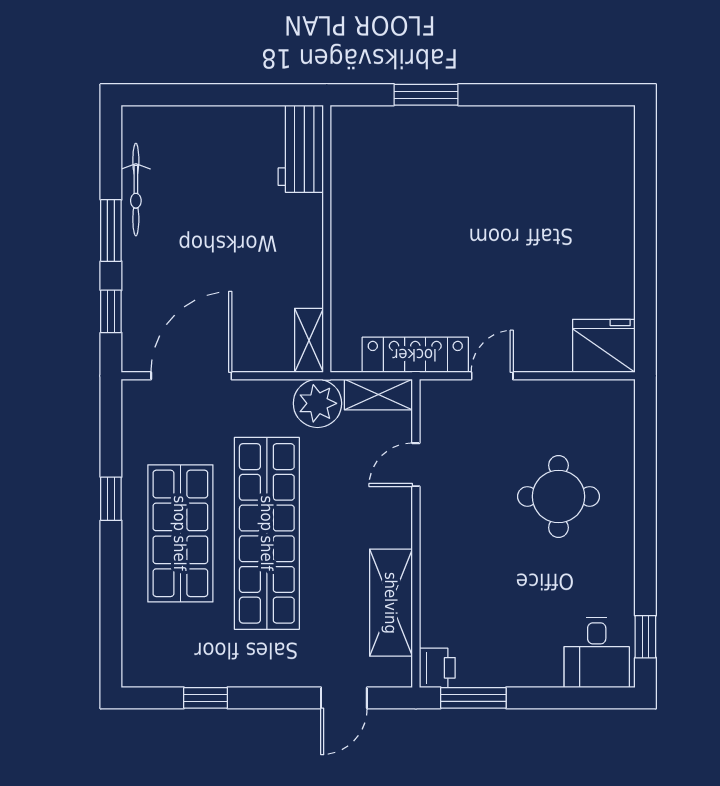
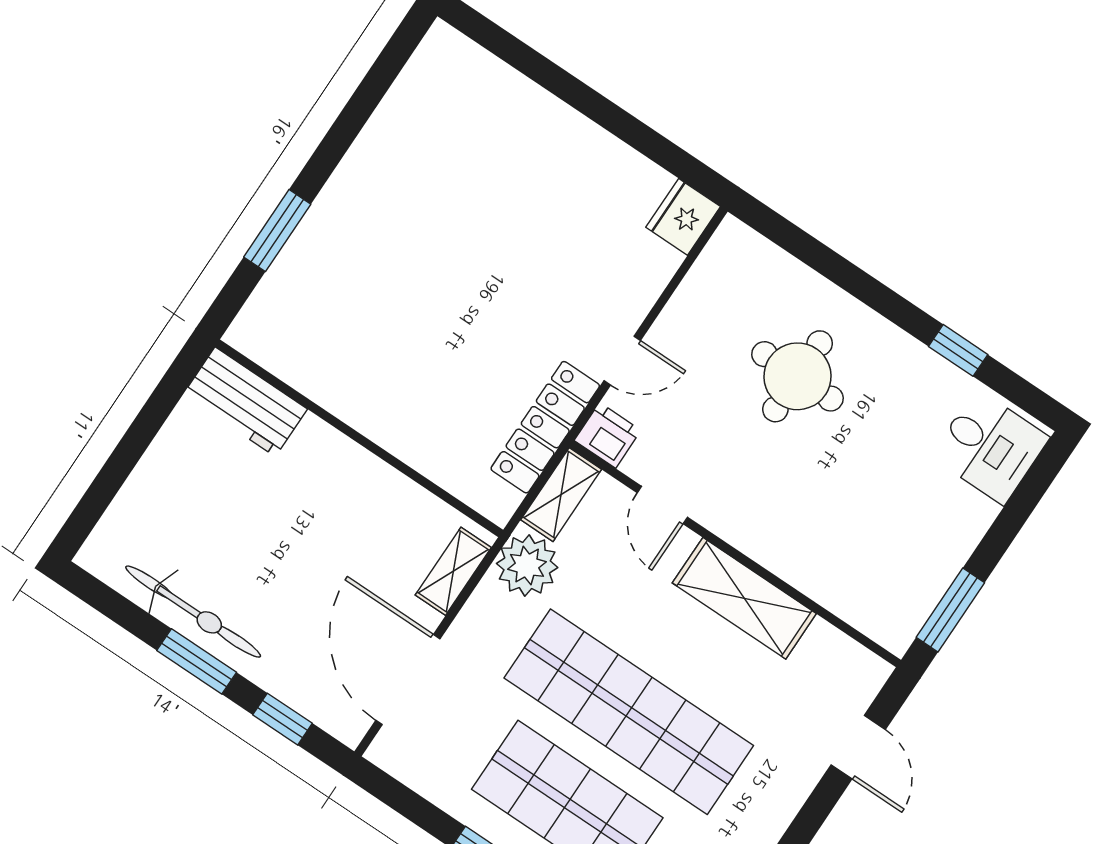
bicycle: (136, 190) -> (193, 612), width x1.37, depth x1.40
shelving: (309, 340) -> (453, 571), moved, turned 90
fridge: (604, 346) -> (683, 217), width x0.73, depth x0.75
door: (492, 376) -> (622, 361), swing flipped
shelving: (391, 603) -> (744, 598), moved
window: (645, 637) -> (958, 350), moved
printer: (437, 668) -> (608, 435), moved

